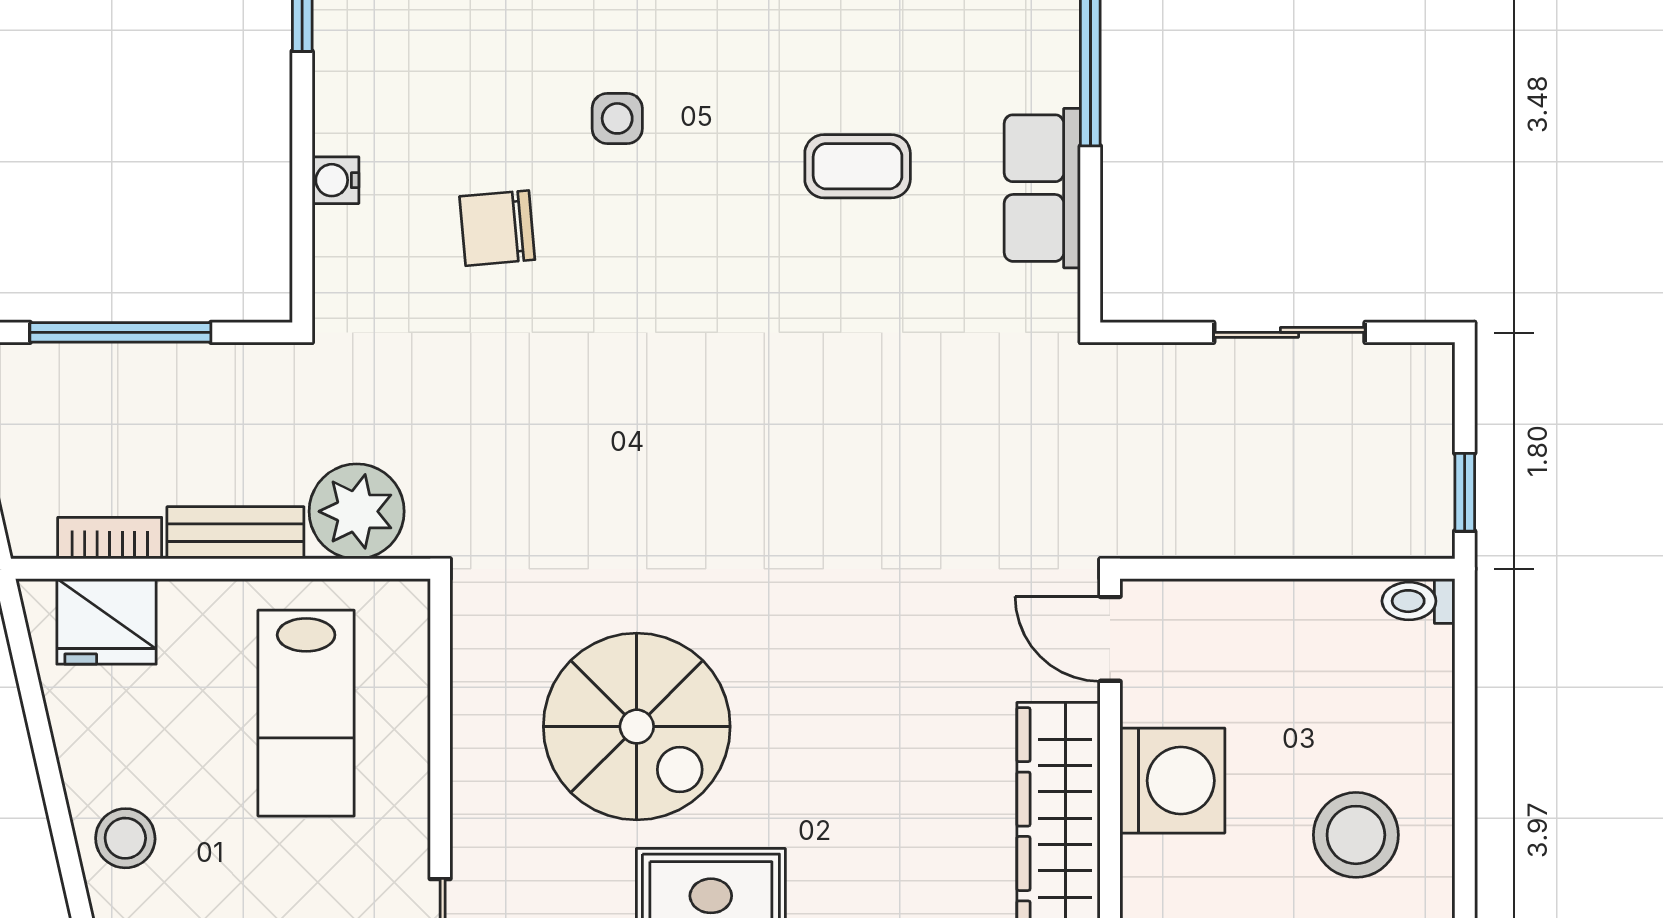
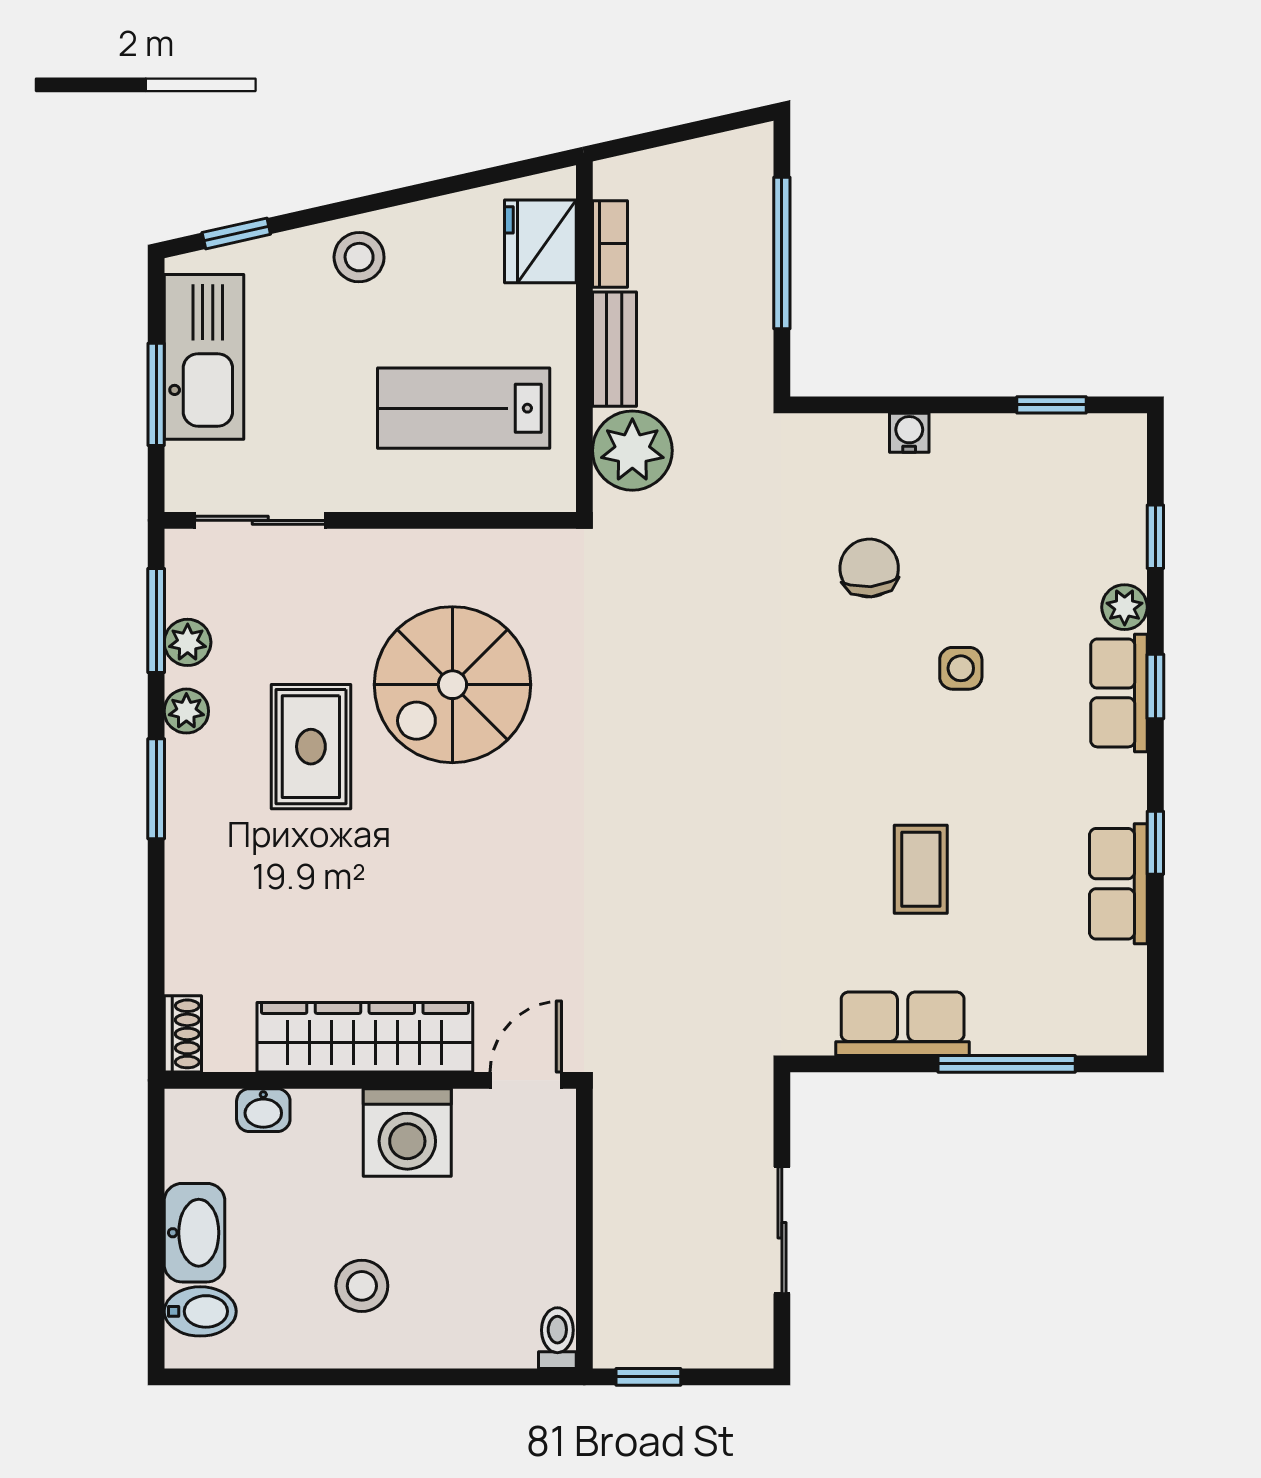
stool: (1356, 835) -> (362, 1286), width x0.73, depth x0.73

